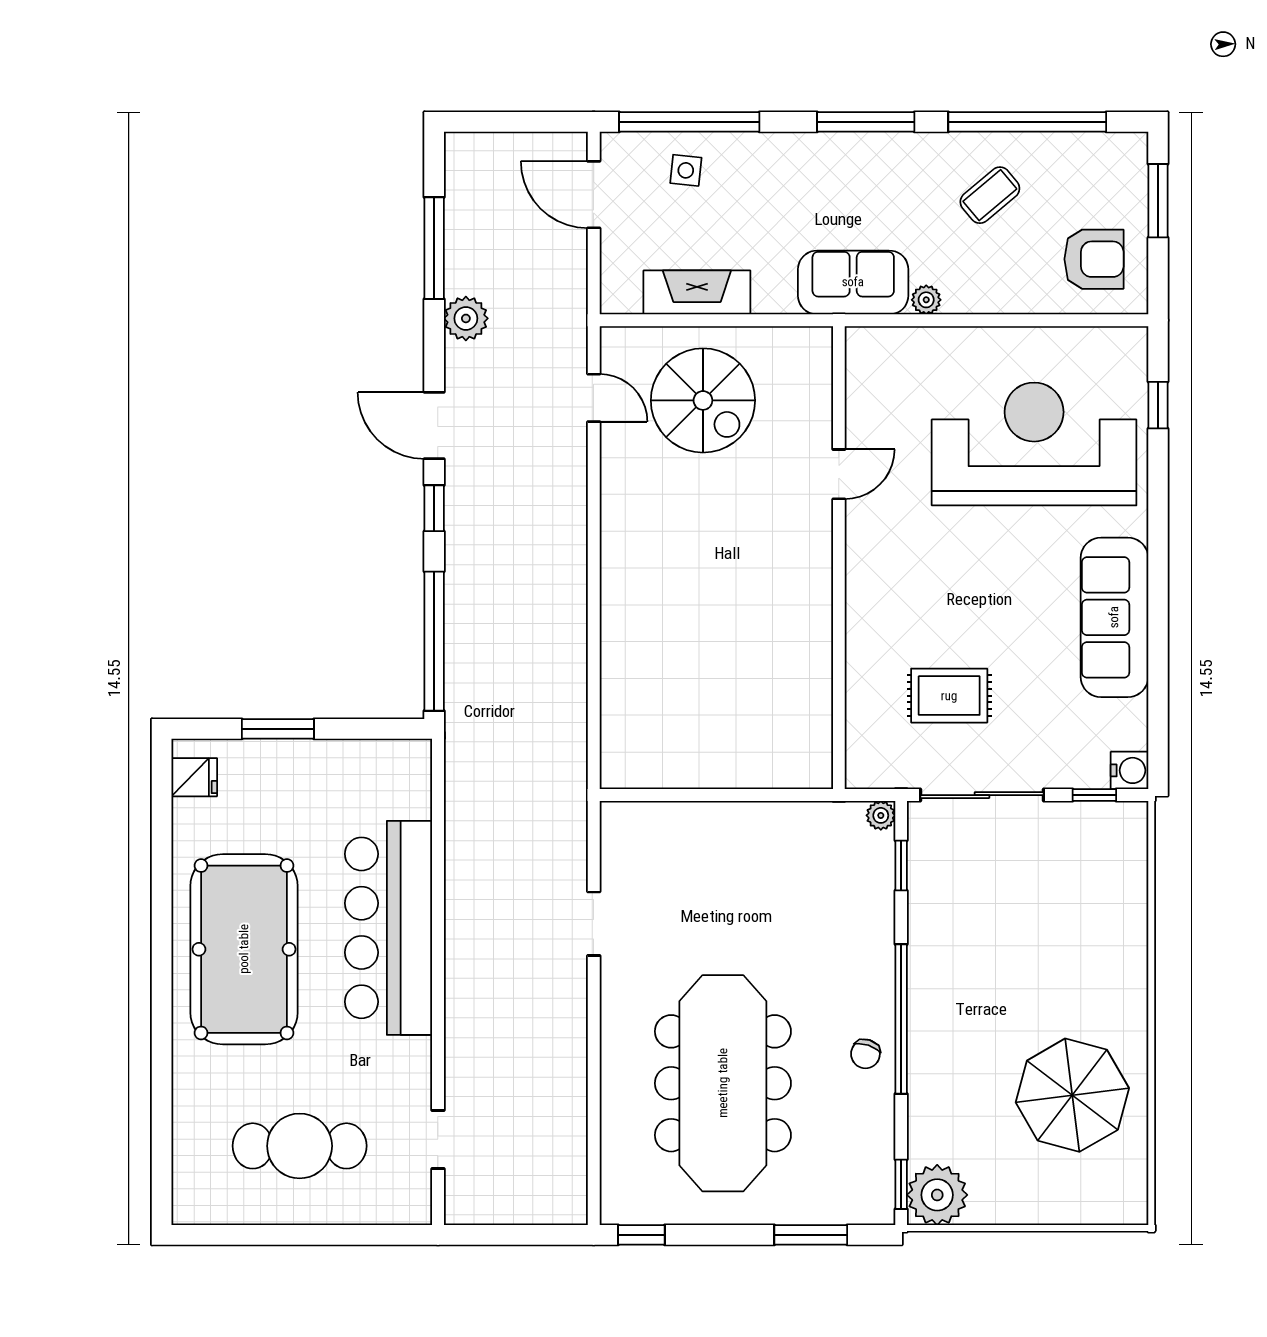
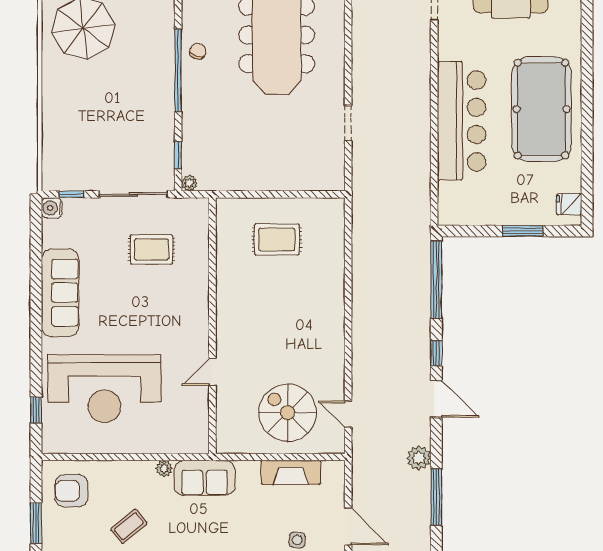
rug: (723, 714) -> (277, 239), added

